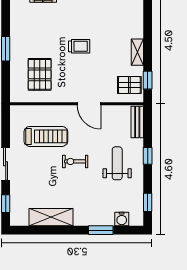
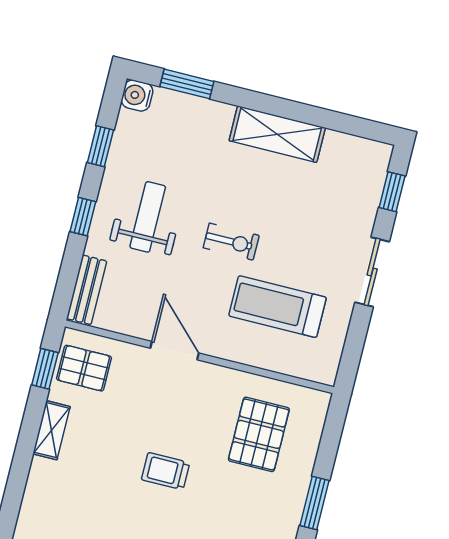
weight bench: (117, 163) -> (148, 217), turned 180
window: (148, 202) -> (100, 146), moved
shelving: (51, 217) -> (277, 134), moved
water cooler: (122, 219) -> (137, 95), moved, turned -90
window: (101, 230) -> (187, 84), moved

